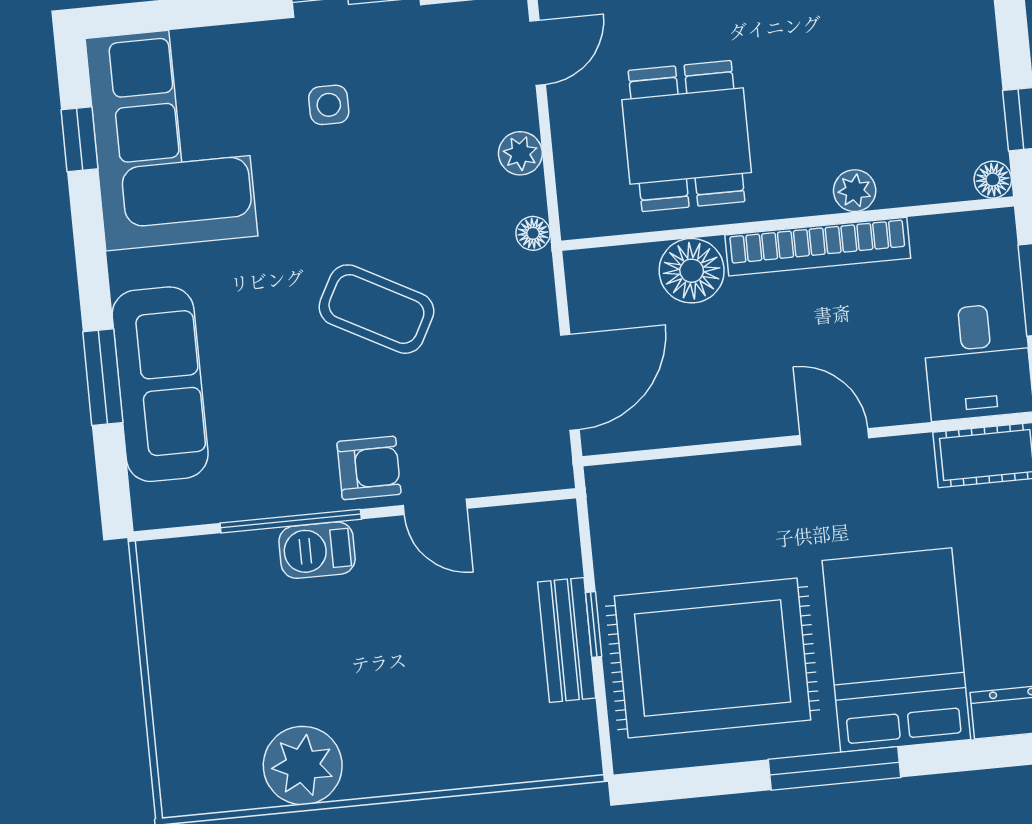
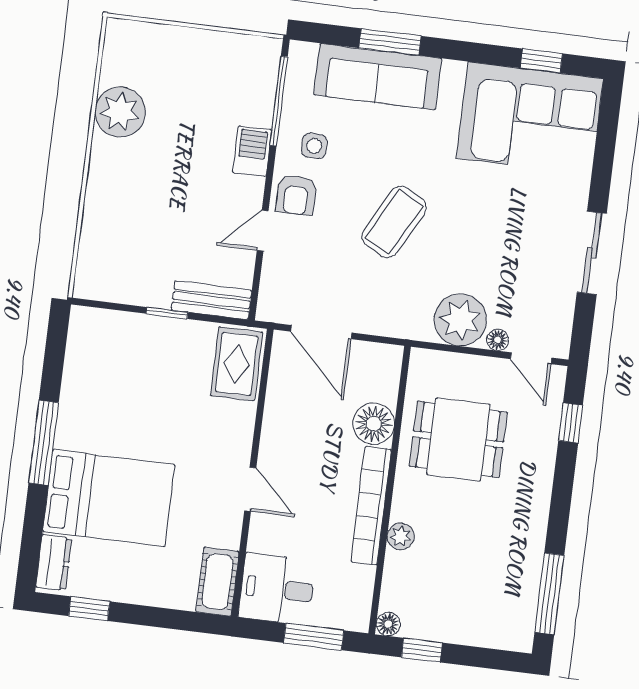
side table: (329, 105) -> (314, 146), moved
plant: (520, 153) -> (460, 320), width x1.88, depth x1.88
floor lamp: (533, 233) -> (498, 340), moved
door: (834, 437) -> (250, 489), hinge flipped
window: (291, 521) -> (279, 101), moved
bench: (567, 640) -> (212, 300), moved
rug: (713, 658) -> (237, 364), moved, width x0.54, depth x0.49

